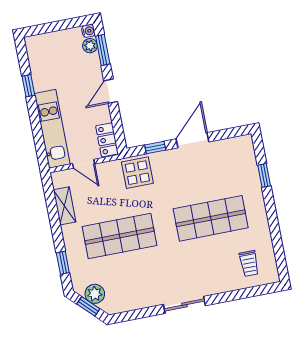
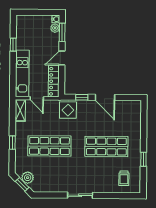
locker: (107, 140) -> (54, 81), width x1.53
door: (193, 140) -> (105, 97), swing flipped
window: (264, 175) -> (143, 159), moved
shelving: (65, 206) -> (20, 110), moved
window: (63, 263) -> (12, 143), moved

